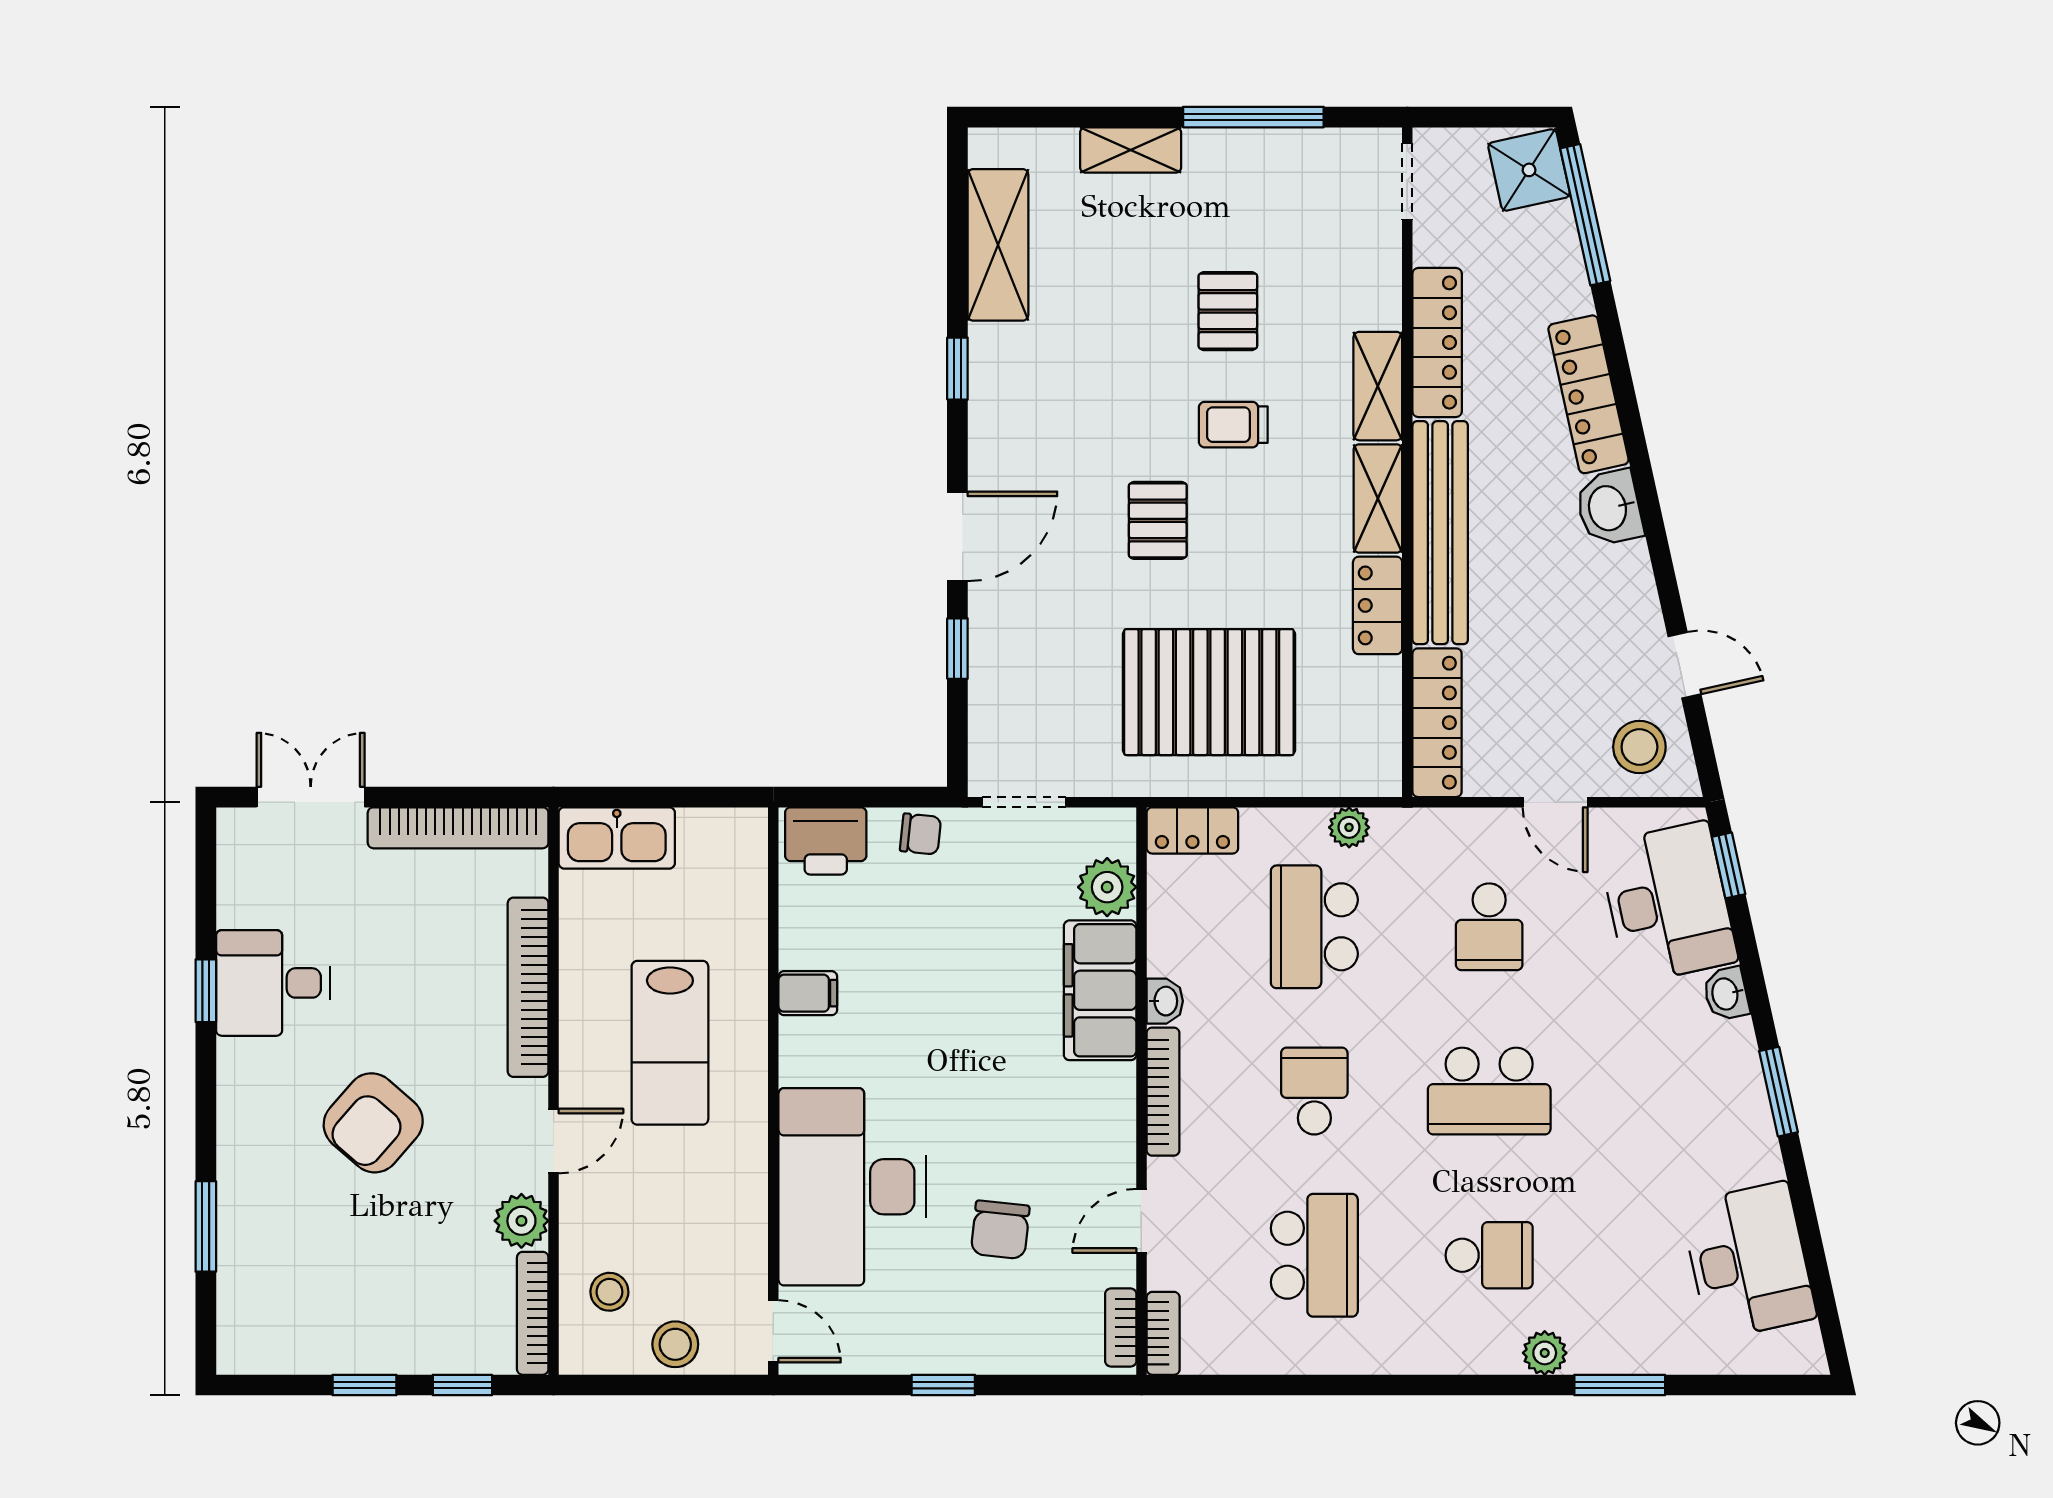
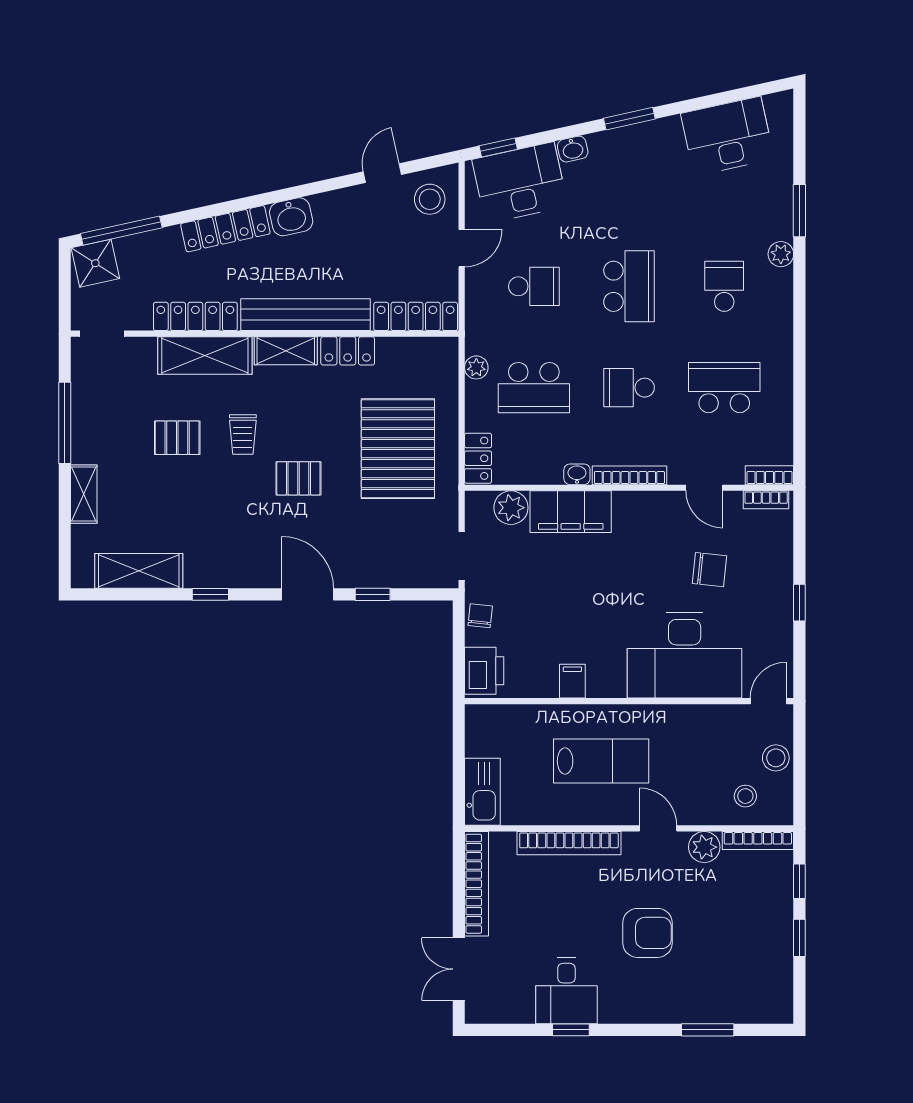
shelving: (1378, 386) -> (205, 355), width x1.50, depth x1.33
armchair: (373, 1123) -> (648, 933), turned -41

